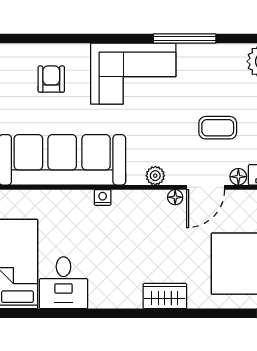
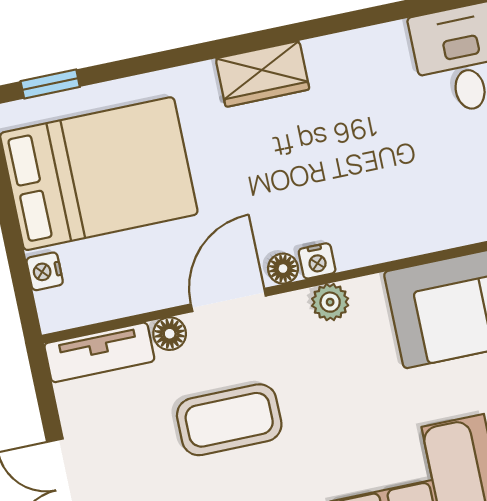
coffee table: (218, 128) -> (229, 420), width x1.36, depth x1.30
nightstand: (103, 197) -> (317, 261), moved

